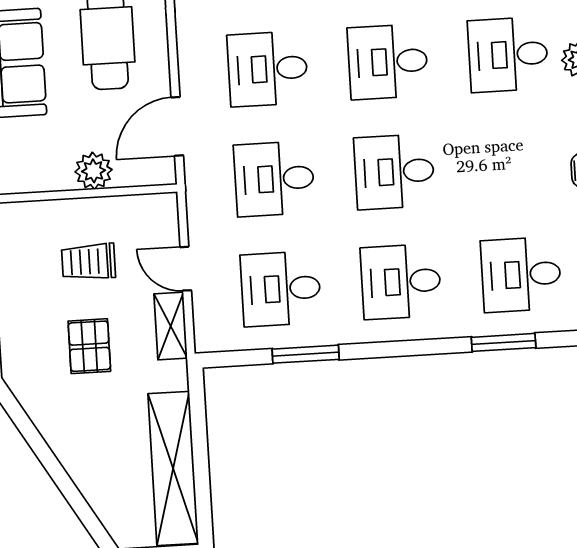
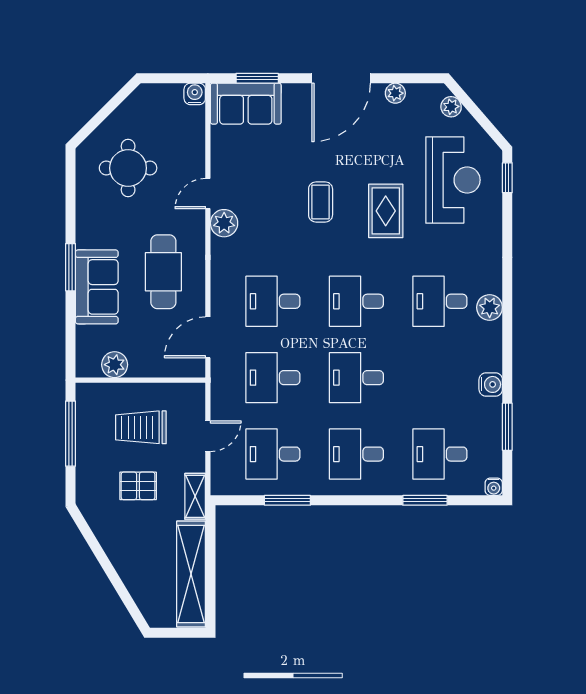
plant: (94, 171) -> (115, 365), moved
trolley: (88, 262) -> (141, 427), width x1.36, depth x1.39
door: (186, 269) -> (208, 436), swing flipped
shelving: (171, 326) -> (195, 496), moved
pallet: (89, 346) -> (138, 486), turned 90

